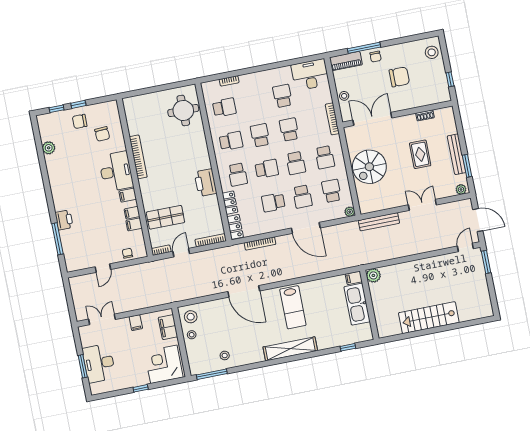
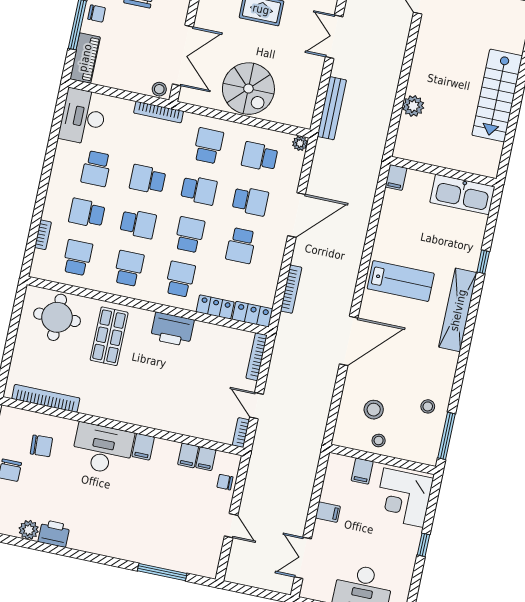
school desk: (282, 96) -> (96, 169), turned -90
stool: (344, 96) -> (159, 89), moved
school desk: (253, 102) -> (87, 213), added
double door: (372, 119) -> (183, 55), swing flipped
school desk: (260, 135) -> (138, 224), turned 180
bookcase: (138, 157) -> (46, 398), moved
school desk: (325, 157) -> (208, 146), turned -90
school desk: (238, 175) -> (180, 279), turned -90
filing cabinet: (132, 213) -> (206, 459), moved
shop shelf: (165, 217) -> (109, 336), moved
printer: (64, 220) -> (54, 533), moved
plant: (373, 275) -> (413, 106), moved
kitchen sink: (357, 304) -> (462, 194), moved
stool: (191, 317) -> (374, 410), moved
filing cabinet: (168, 327) -> (362, 471), width x0.50
window: (348, 347) -> (483, 262), moved

